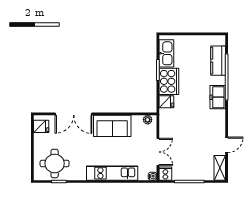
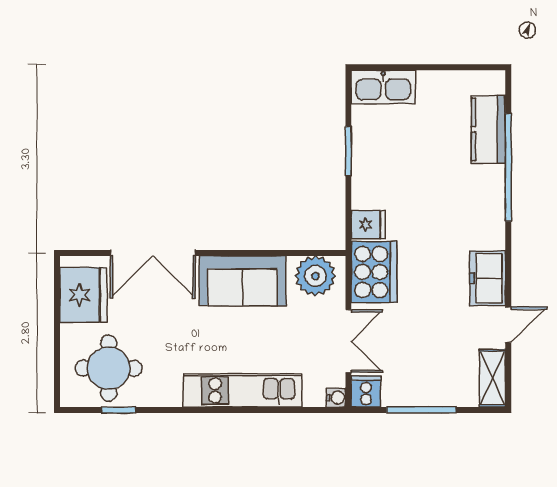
kitchen sink: (166, 53) -> (383, 87), moved, turned 90
cooker: (169, 81) -> (374, 272), moved
freezer: (218, 97) -> (488, 278), moved
plant: (148, 120) -> (315, 276), width x1.88, depth x1.88
fridge: (41, 126) -> (83, 295), width x1.88, depth x1.34

